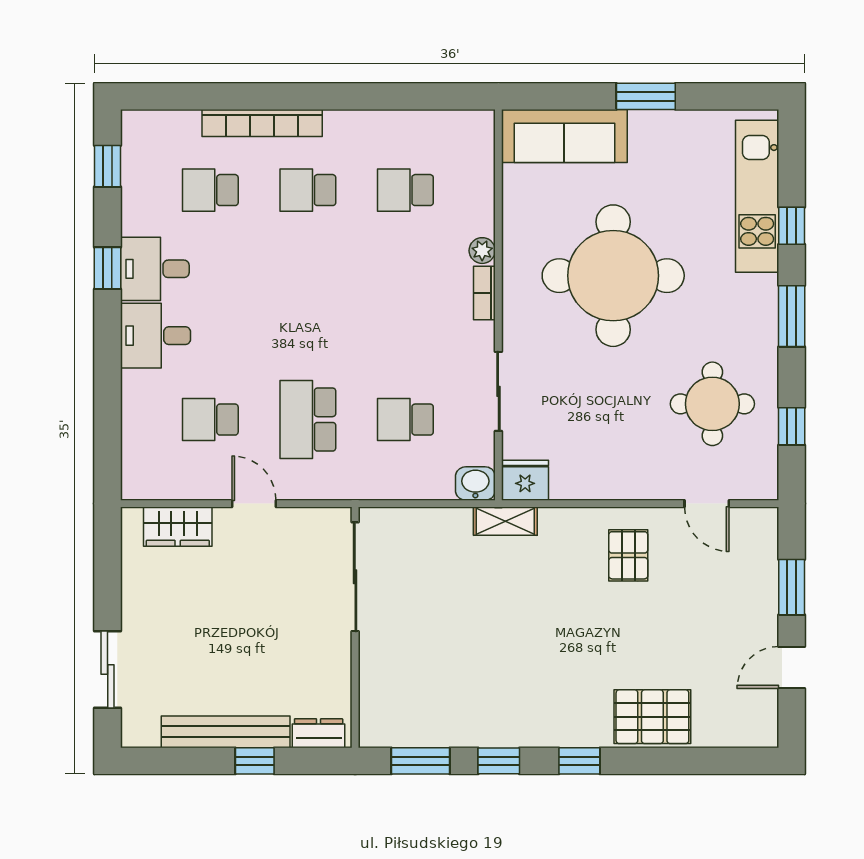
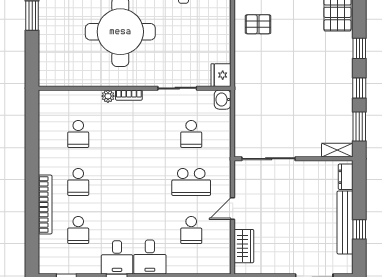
sofa: (564, 136) -> (52, 56), removed
shelving: (505, 521) -> (337, 150), moved, turned 90
window: (255, 761) -> (359, 229), moved

